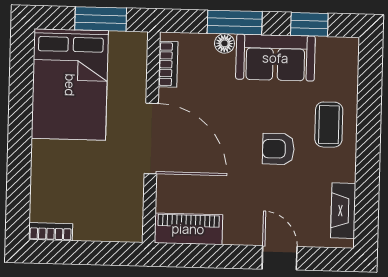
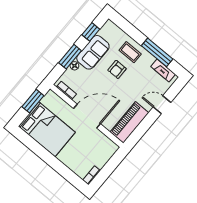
armchair: (278, 149) -> (117, 69), moved
window: (367, 174) -> (157, 52), added
piano: (188, 229) -> (129, 122), width x1.37, depth x1.33

